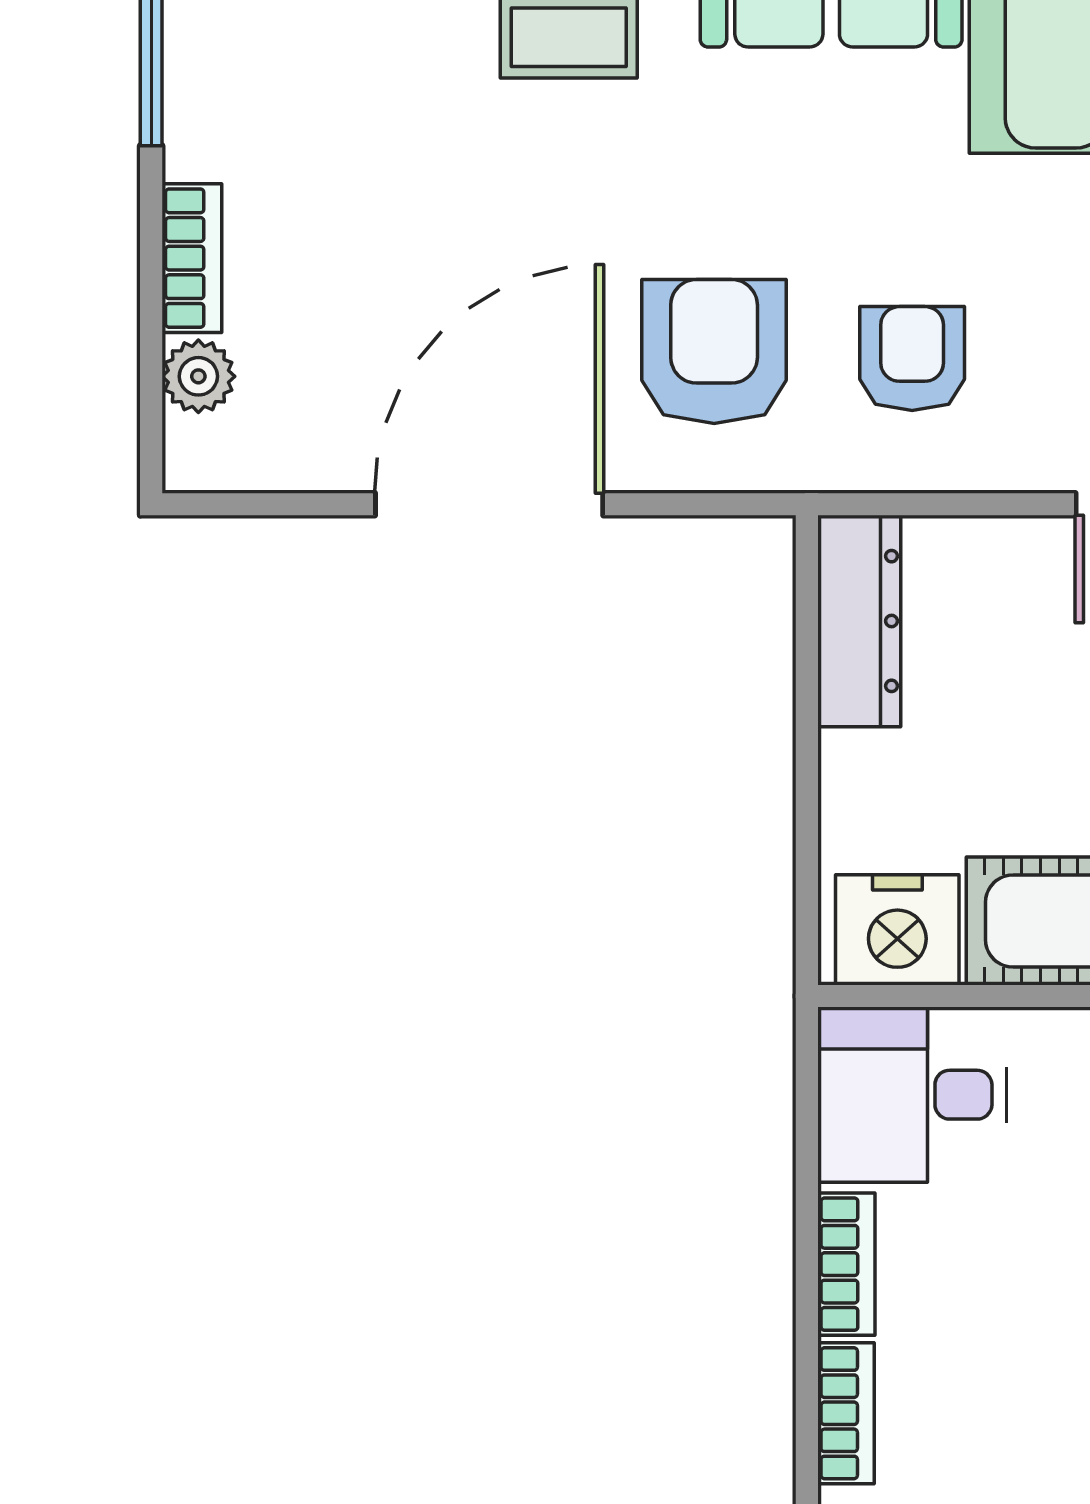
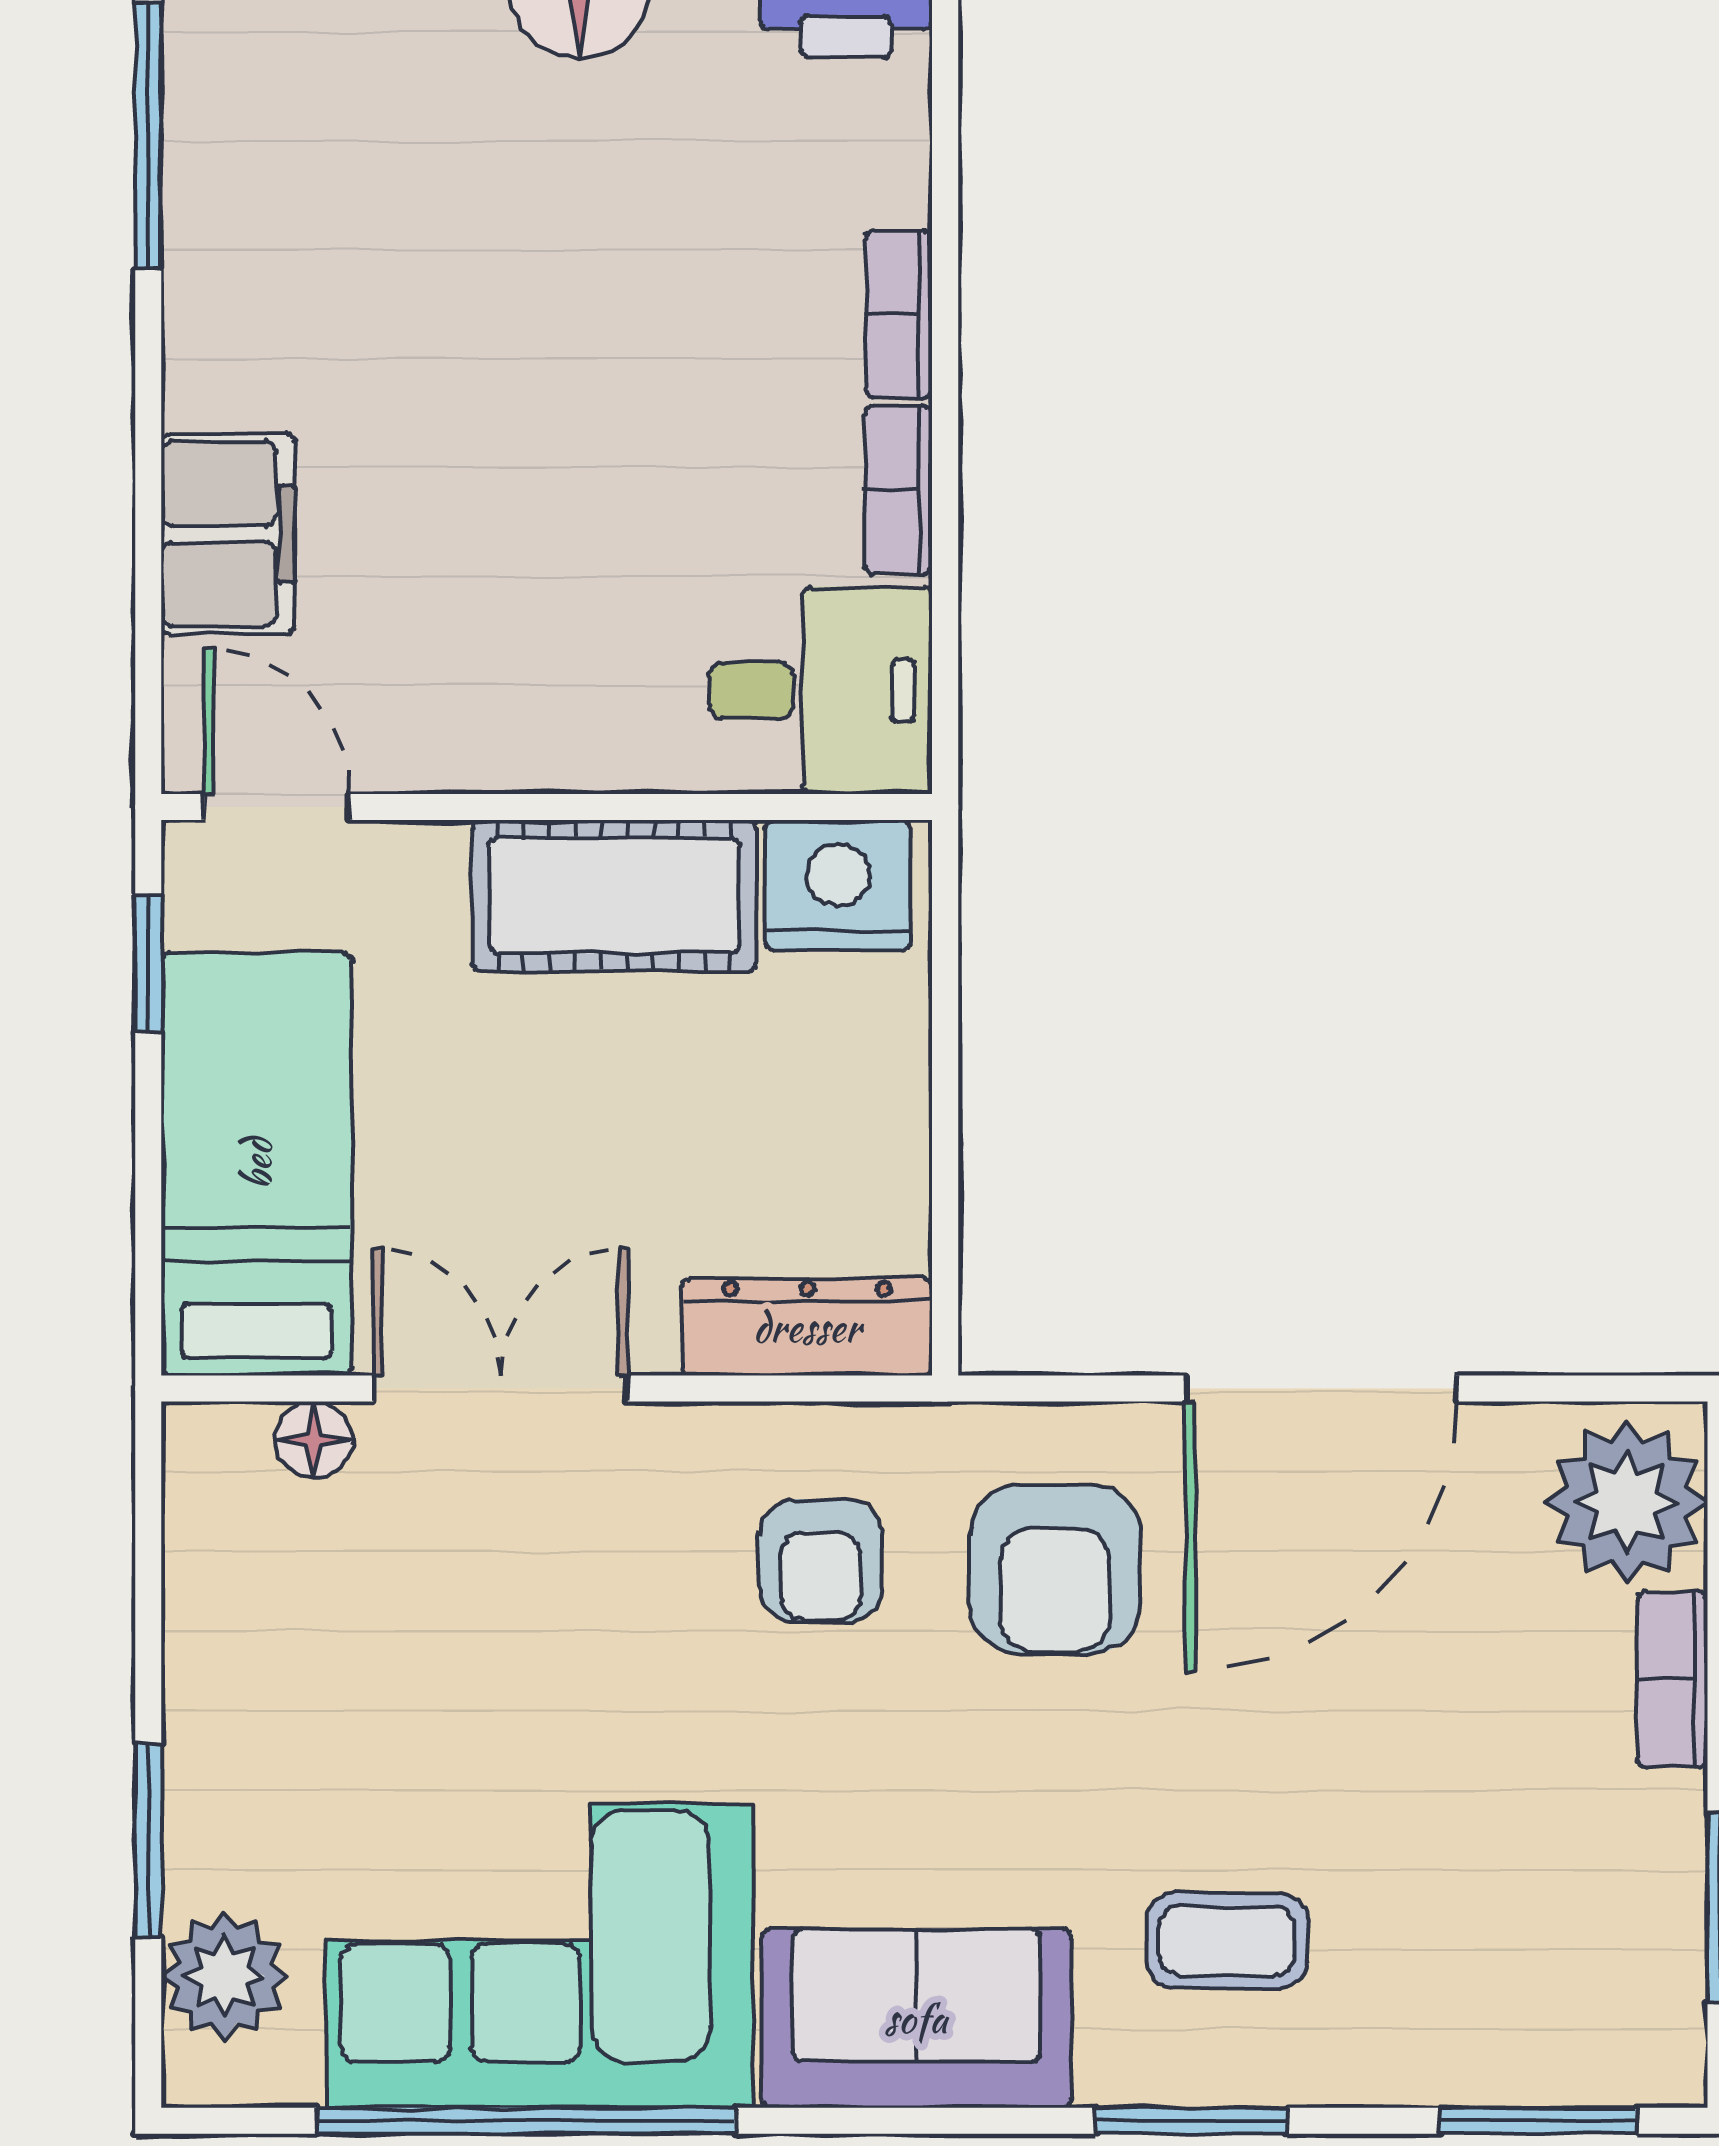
plant: (198, 376) -> (1627, 1502), width x1.88, depth x1.88
dresser: (859, 621) -> (807, 1327), moved, turned 90

